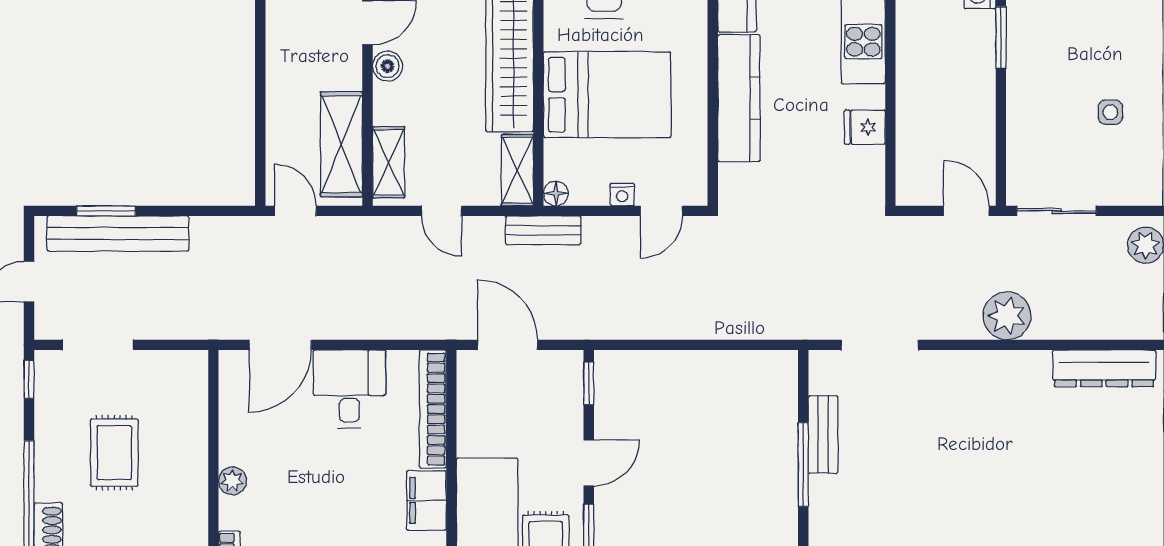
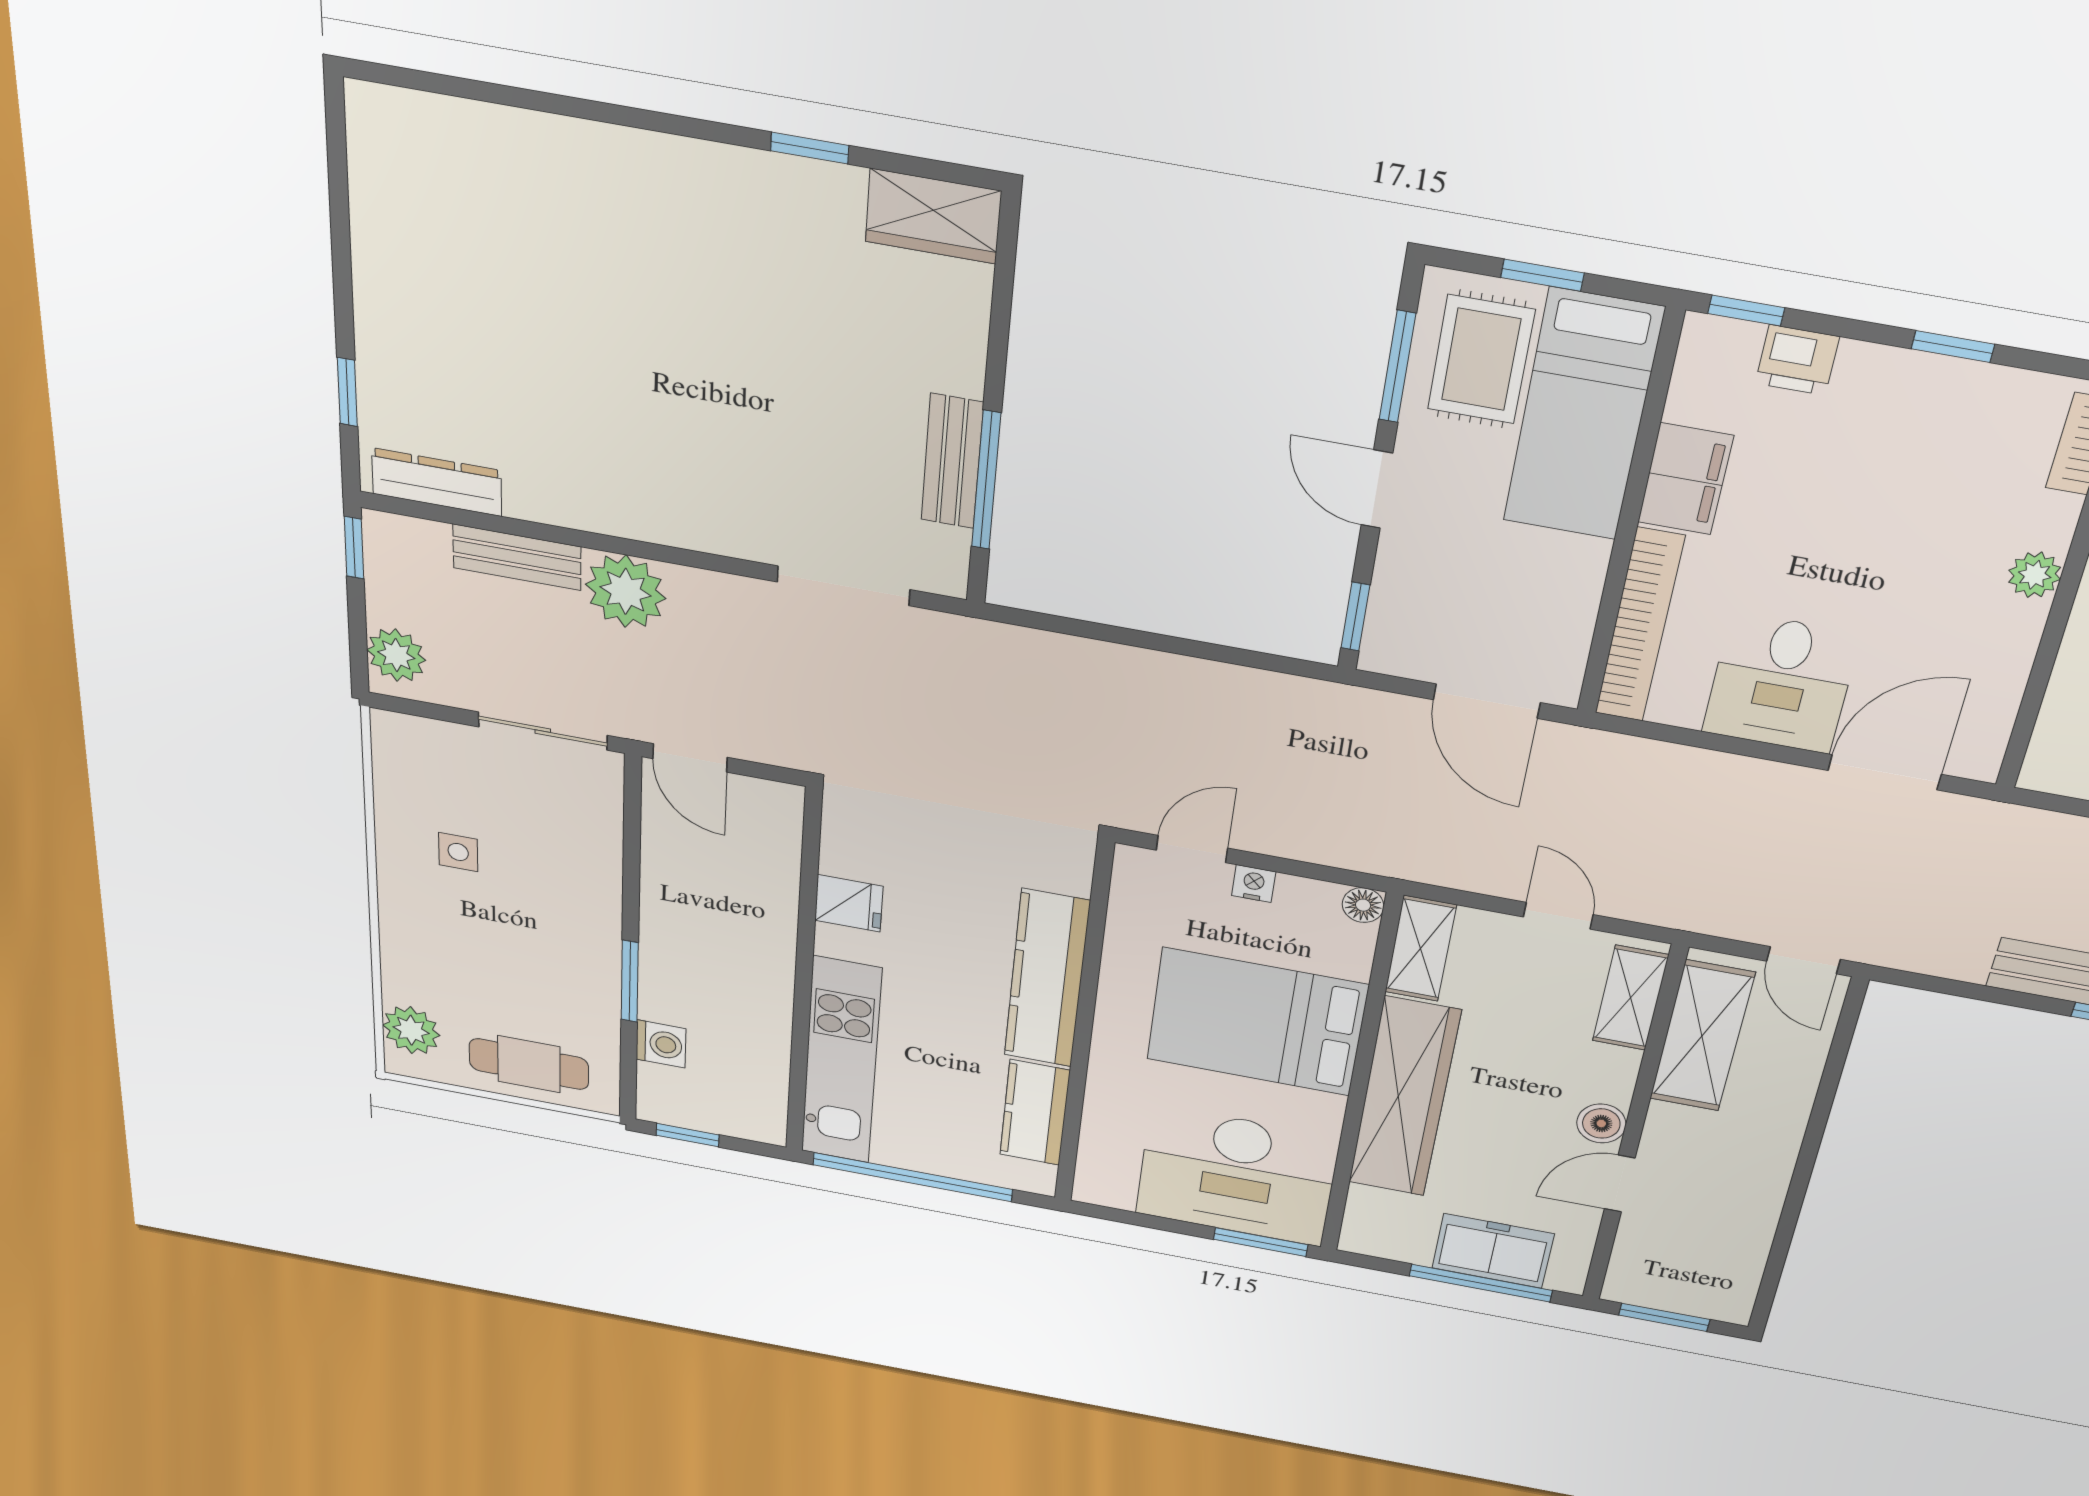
bench: (543, 230) -> (517, 557), moved
dresser: (1104, 368) -> (437, 482), width x0.73, depth x0.80
door: (589, 463) -> (1377, 489), hinge flipped
window: (803, 465) -> (986, 480), moved

